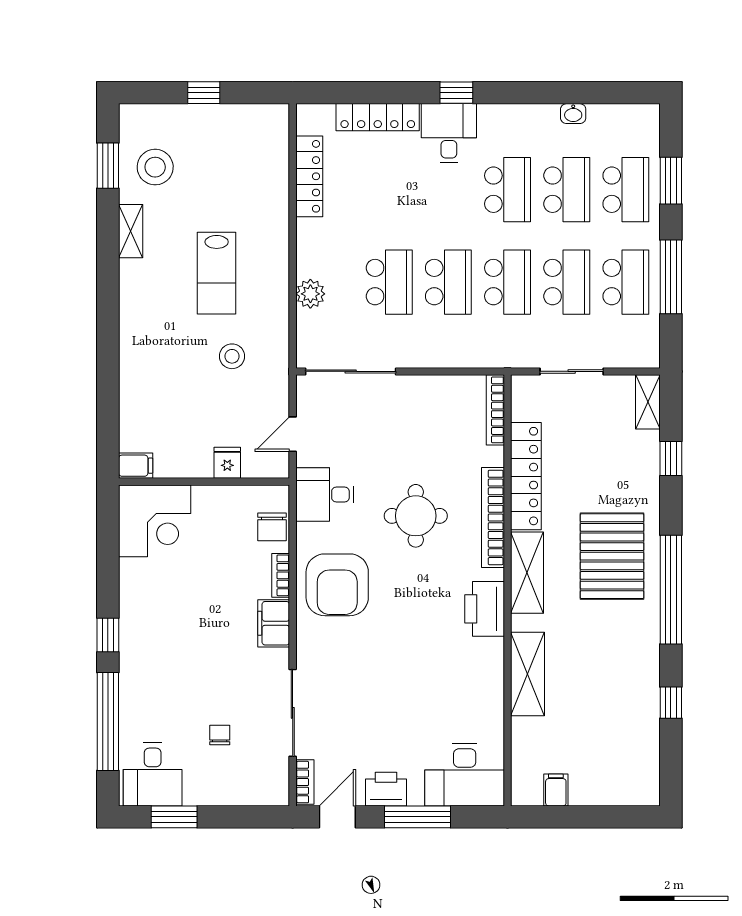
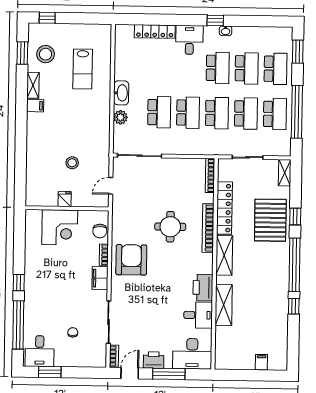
window: (204, 93) -> (47, 18), moved
window: (456, 93) -> (215, 20), moved
washbasin: (573, 114) -> (226, 31), moved
locker: (309, 176) -> (121, 60), removed
window: (671, 181) -> (298, 52), moved
washbasin: (311, 244) -> (121, 93), added
lab bench: (217, 273) -> (83, 69), moved
window: (671, 277) -> (297, 112), width x1.46
stool: (232, 356) -> (72, 163), moved
window: (671, 458) -> (295, 217), moved
fridge: (227, 463) -> (65, 199), moved
filing cabinet: (136, 466) -> (35, 106), moved
desk: (325, 494) -> (198, 315), moved, turned 180
corner desk: (155, 521) -> (60, 227), moved
pallet: (612, 556) -> (270, 220), moved
armchair: (337, 585) -> (131, 260), turned 180
printer: (485, 609) -> (203, 288), moved
window: (671, 703) -> (294, 306), moved
filing cabinet: (556, 790) -> (261, 362), moved

